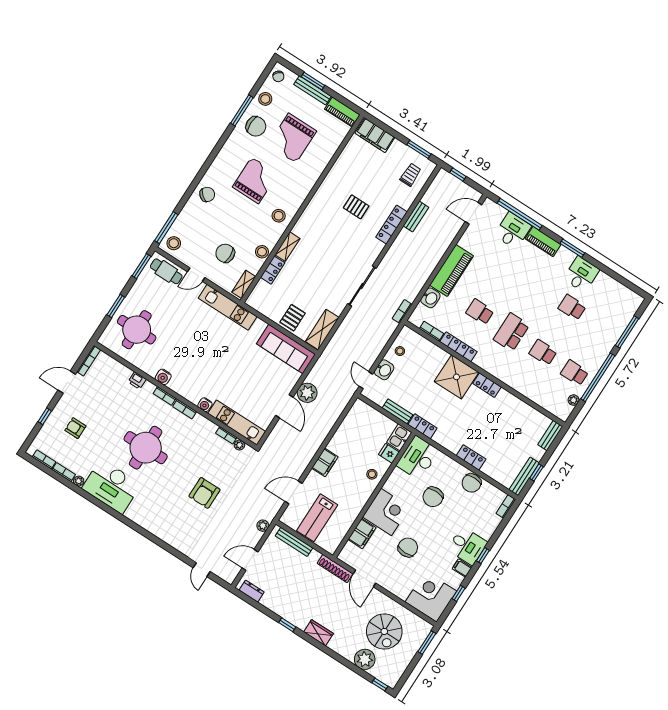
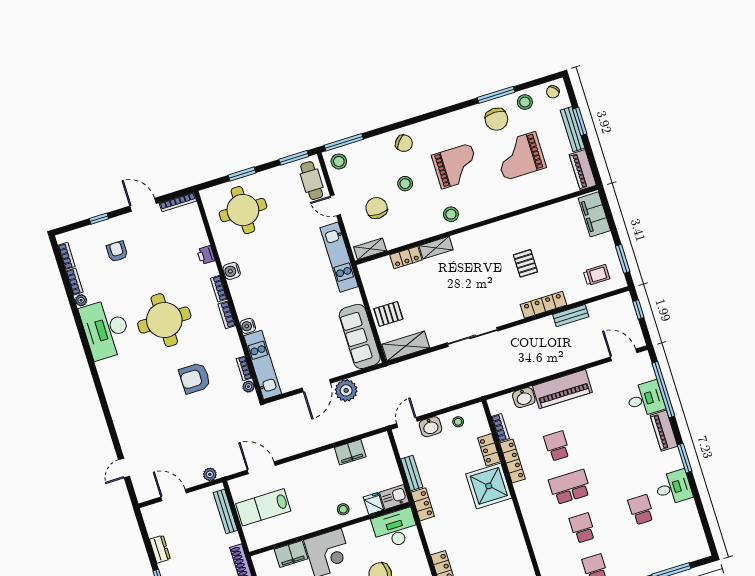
stool: (262, 252) -> (405, 184), moved
bookcase: (402, 312) -> (489, 389), removed
locker: (487, 385) -> (489, 450), moved
filing cabinet: (325, 462) -> (350, 452), moved
armchair: (204, 493) -> (195, 378), moved
dresser: (252, 591) -> (160, 549), moved

